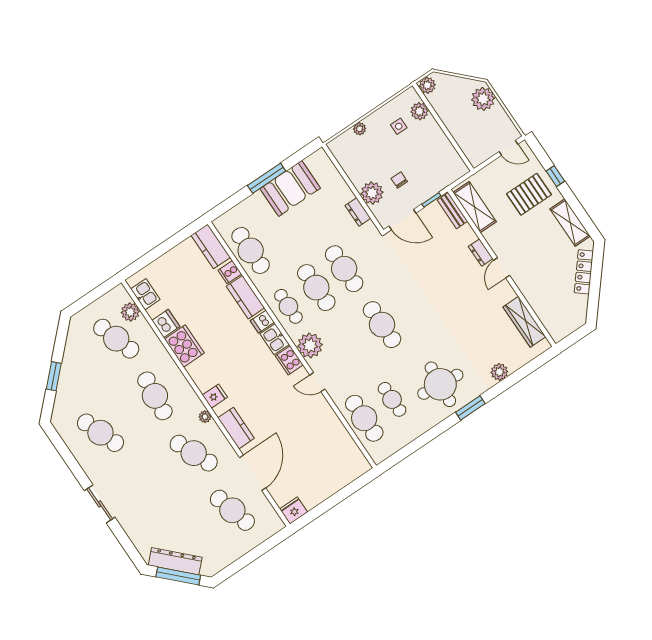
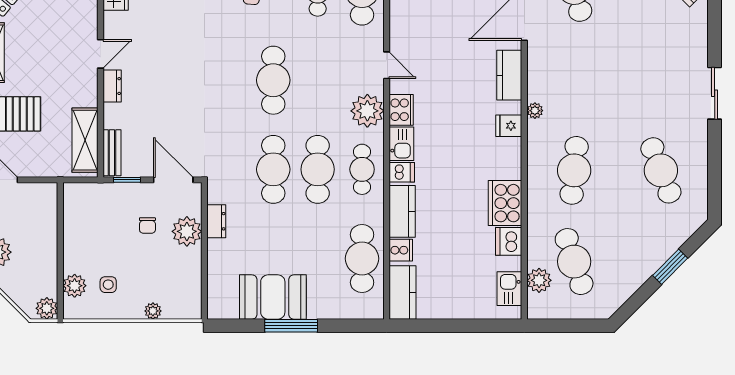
cafe table: (194, 453) -> (574, 79), removed

